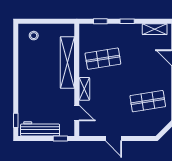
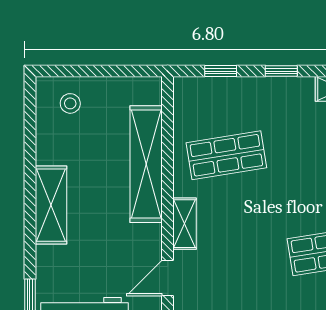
shelving: (25, 81) -> (51, 205), added
door: (77, 113) -> (168, 278), swing flipped

